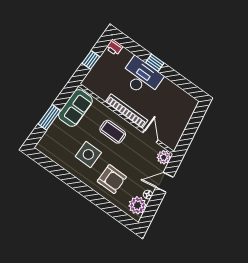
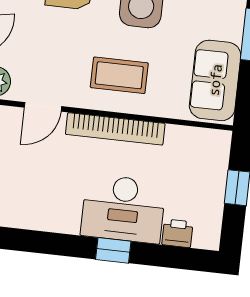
printer: (114, 47) -> (177, 233), moved
door: (151, 136) -> (43, 107), hinge flipped

